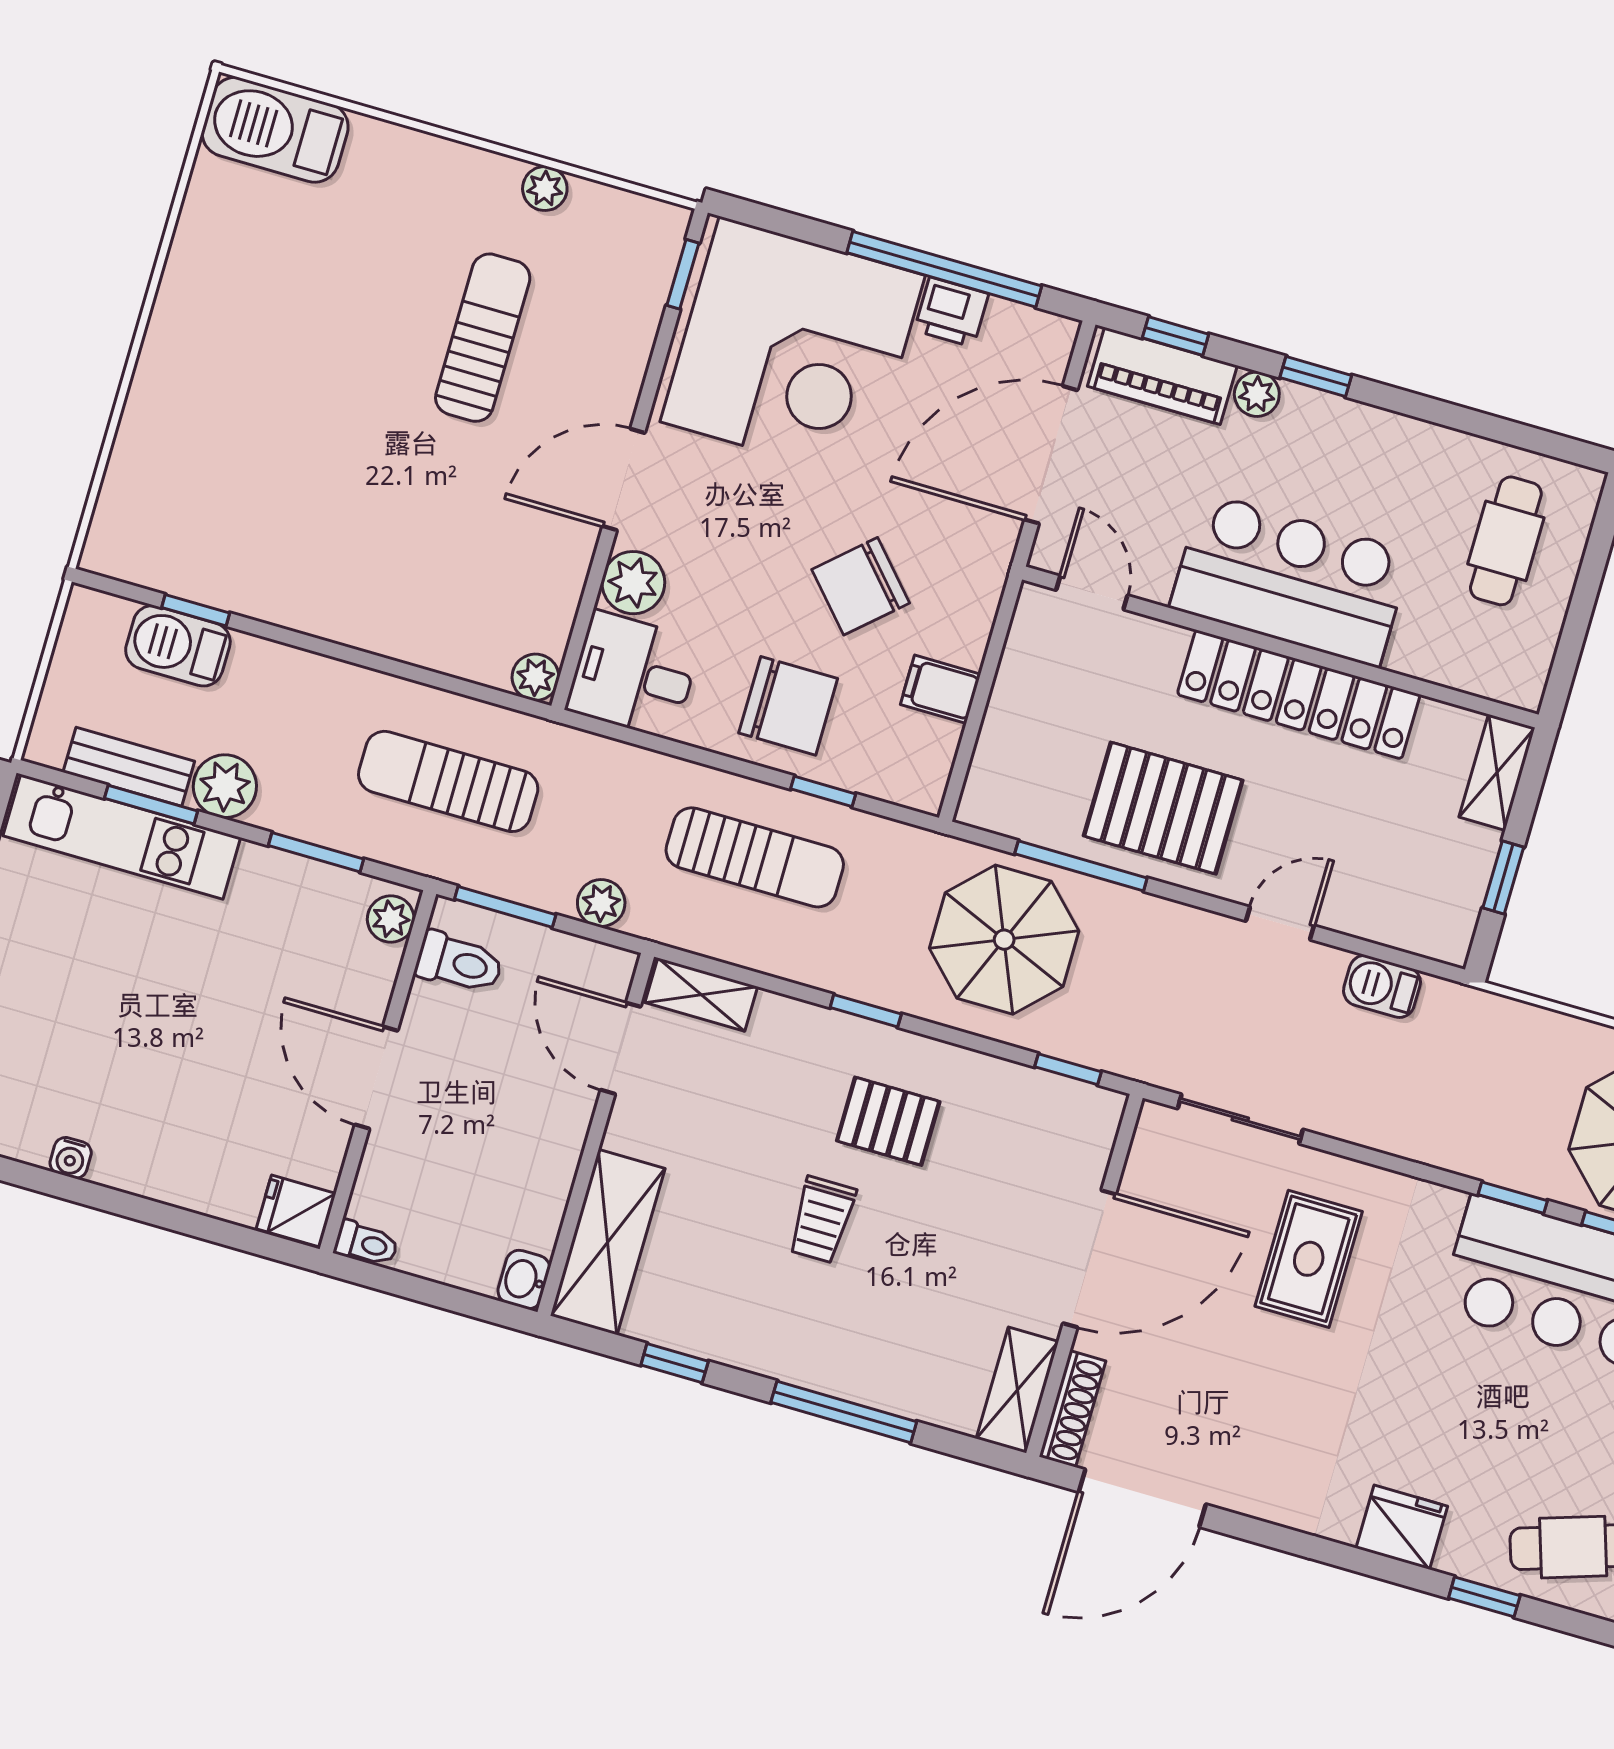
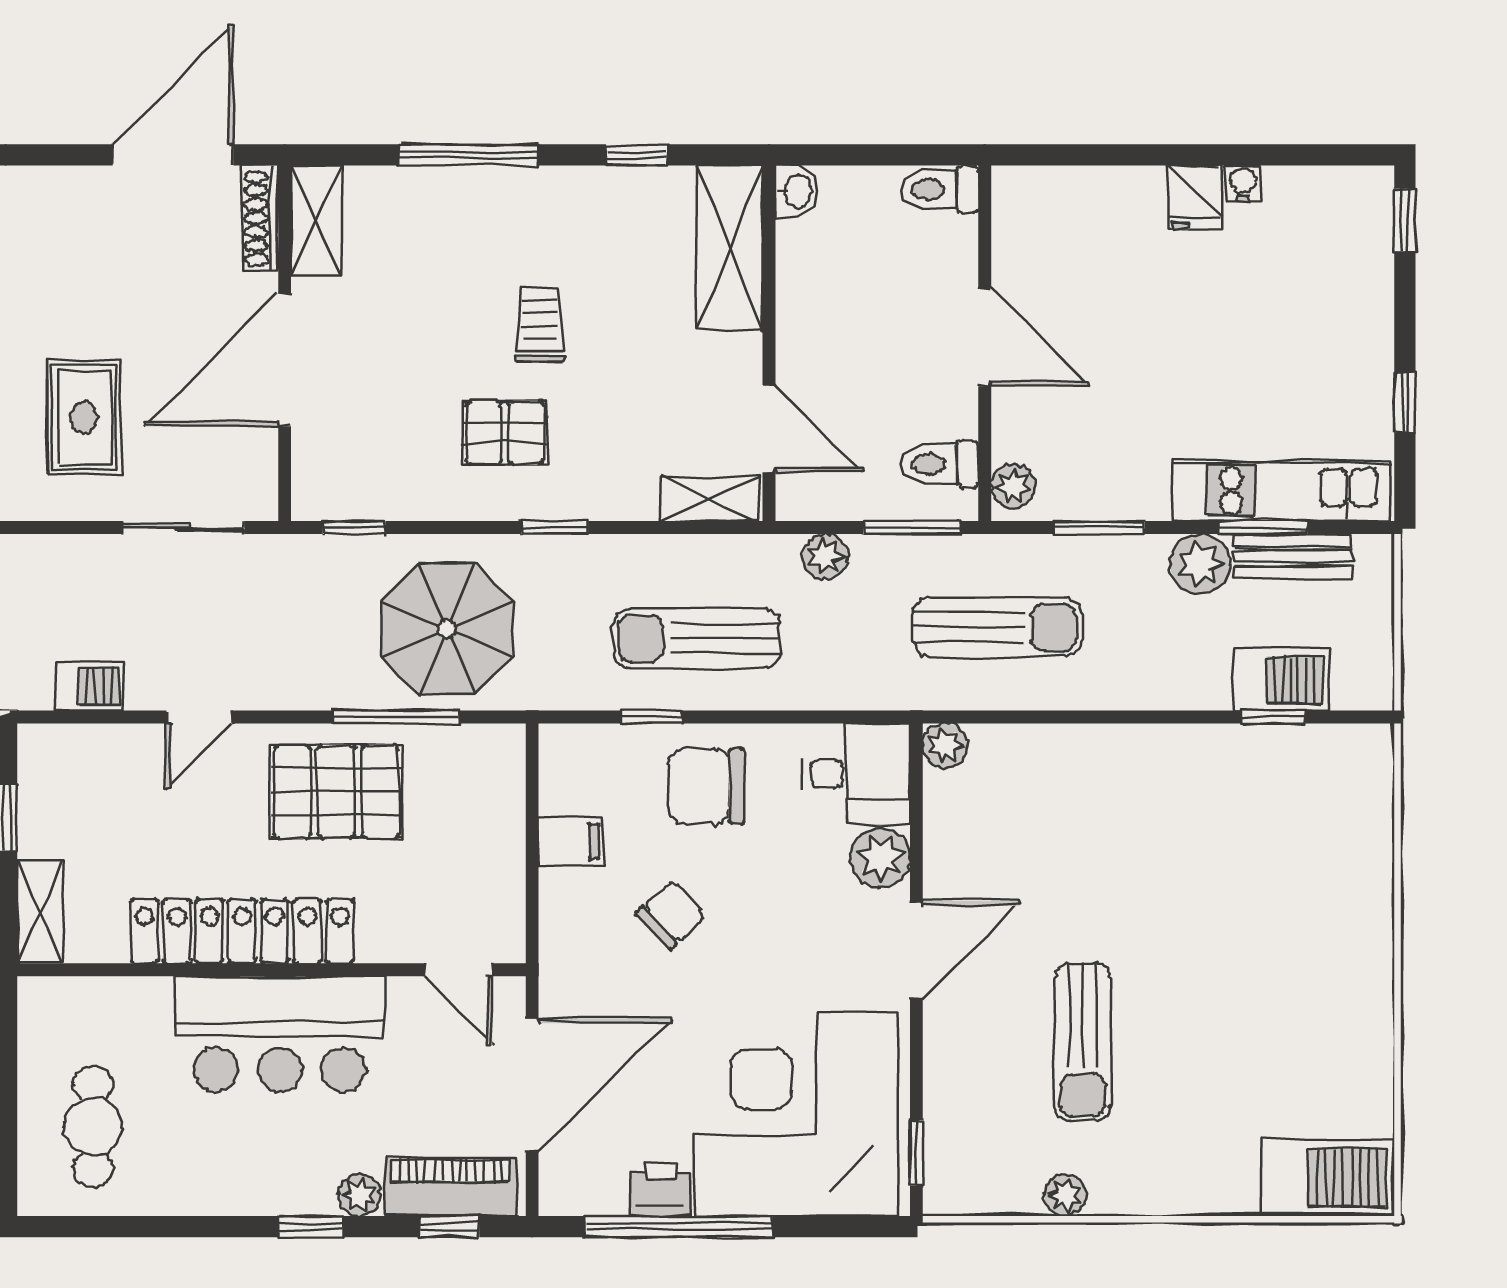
chair: (861, 586) -> (671, 915), width x0.73, depth x0.73
fridge: (296, 1211) -> (1194, 197), moved, turned 90
toilet: (366, 1244) -> (939, 189), width x1.37, depth x1.39

